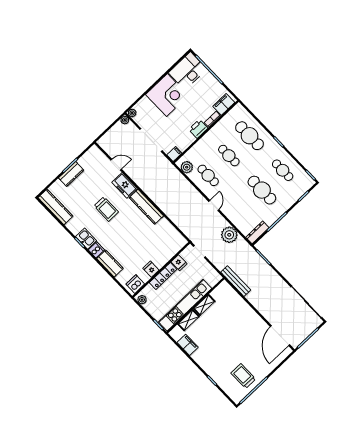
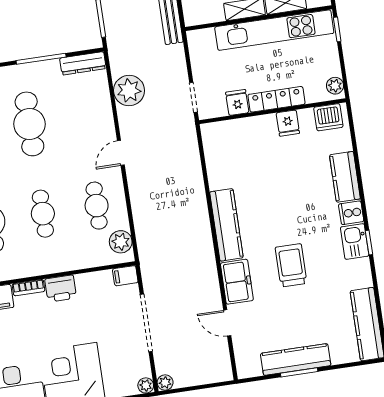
kitchen counter: (71, 174) -> (296, 359), width x1.50

